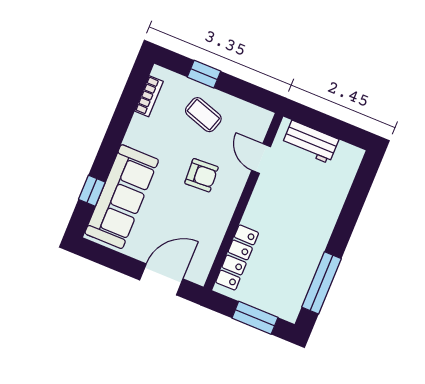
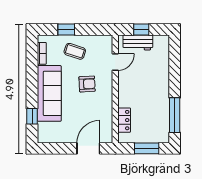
window: (324, 123) -> (141, 30), added
door: (261, 158) -> (115, 62), swing flipped
sofa: (122, 197) -> (49, 93), moved
locker: (237, 257) -> (124, 120), width x0.66

